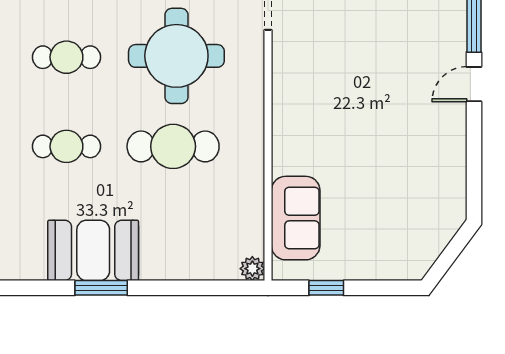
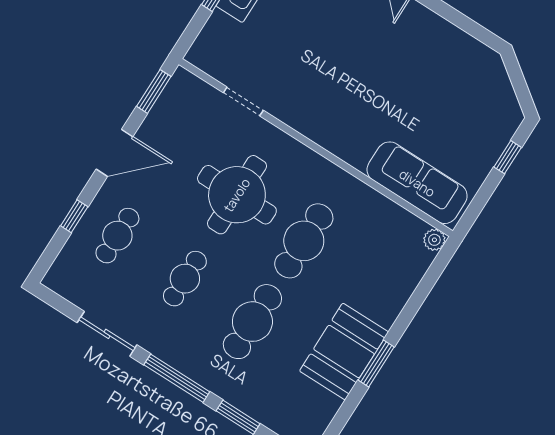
cafe table: (66, 146) -> (252, 322), width x1.37, depth x1.35
sofa: (296, 218) -> (417, 183), width x1.36
window: (326, 288) -> (508, 157), moved

